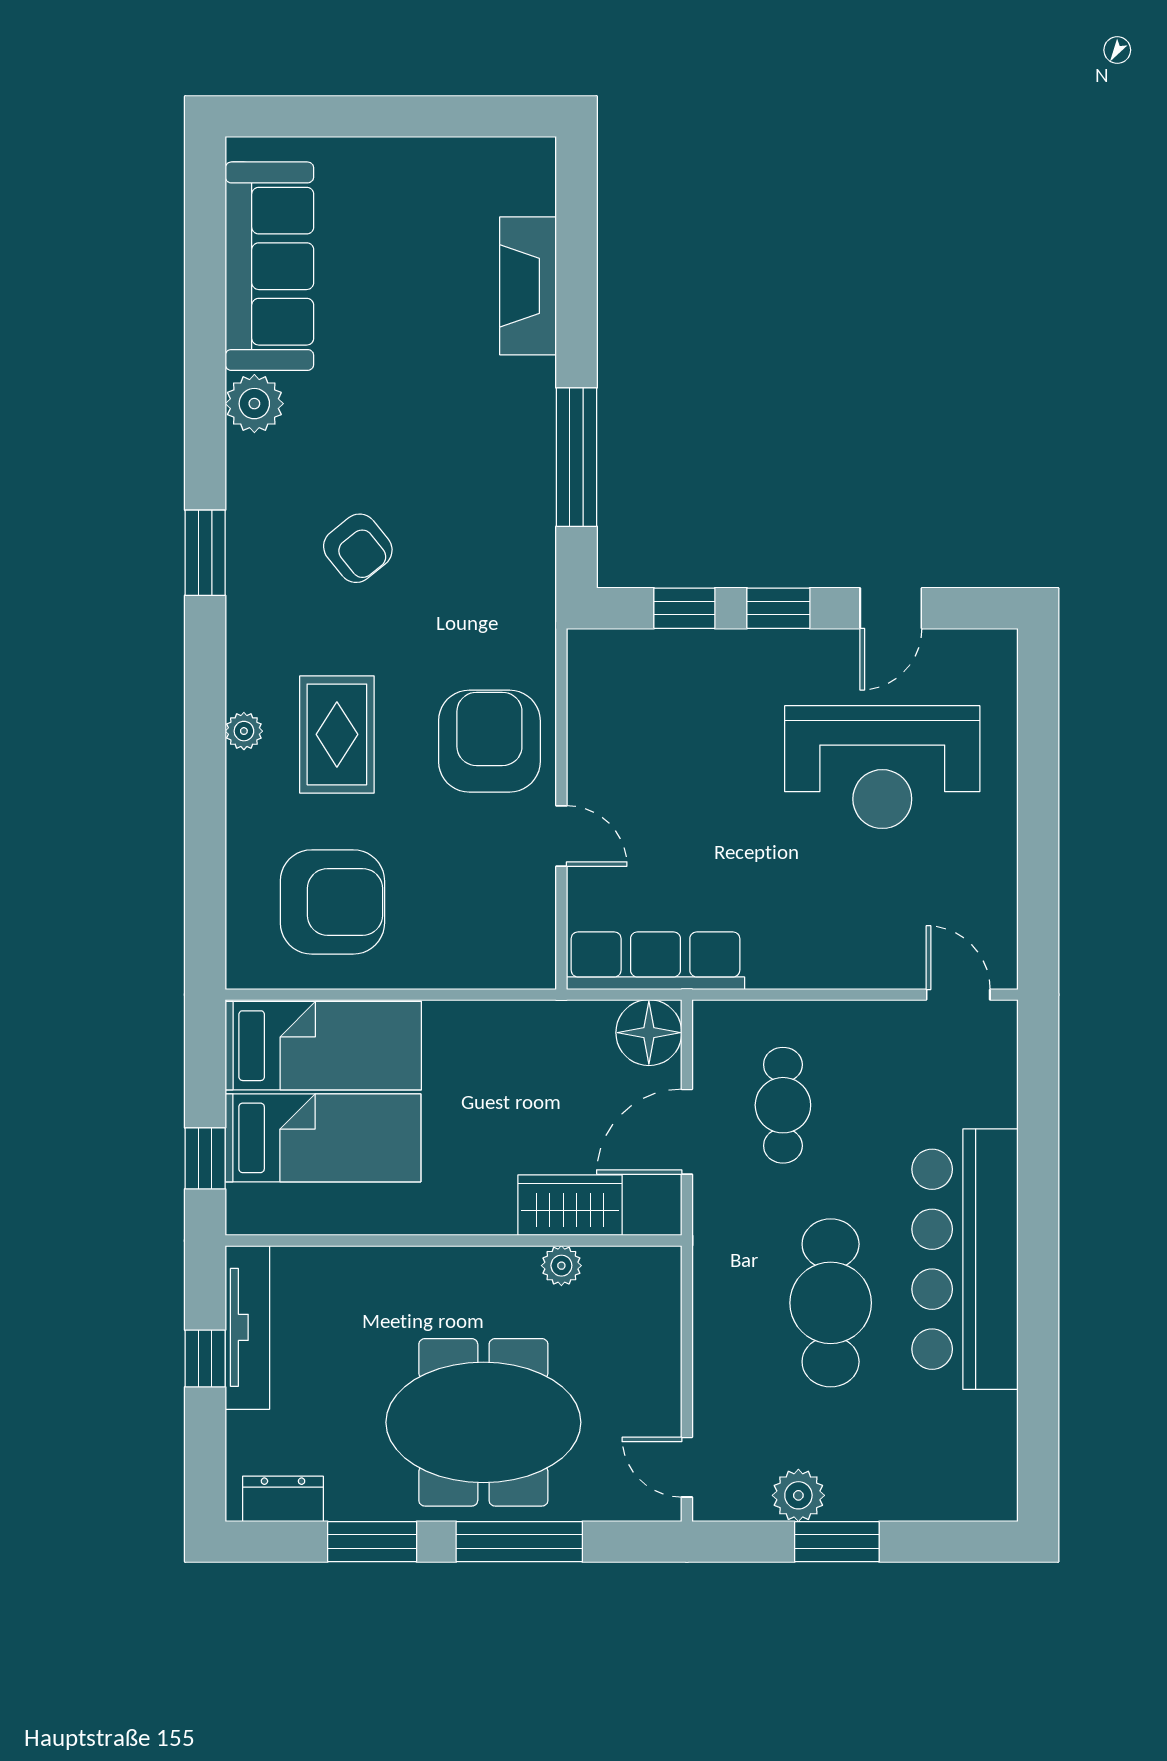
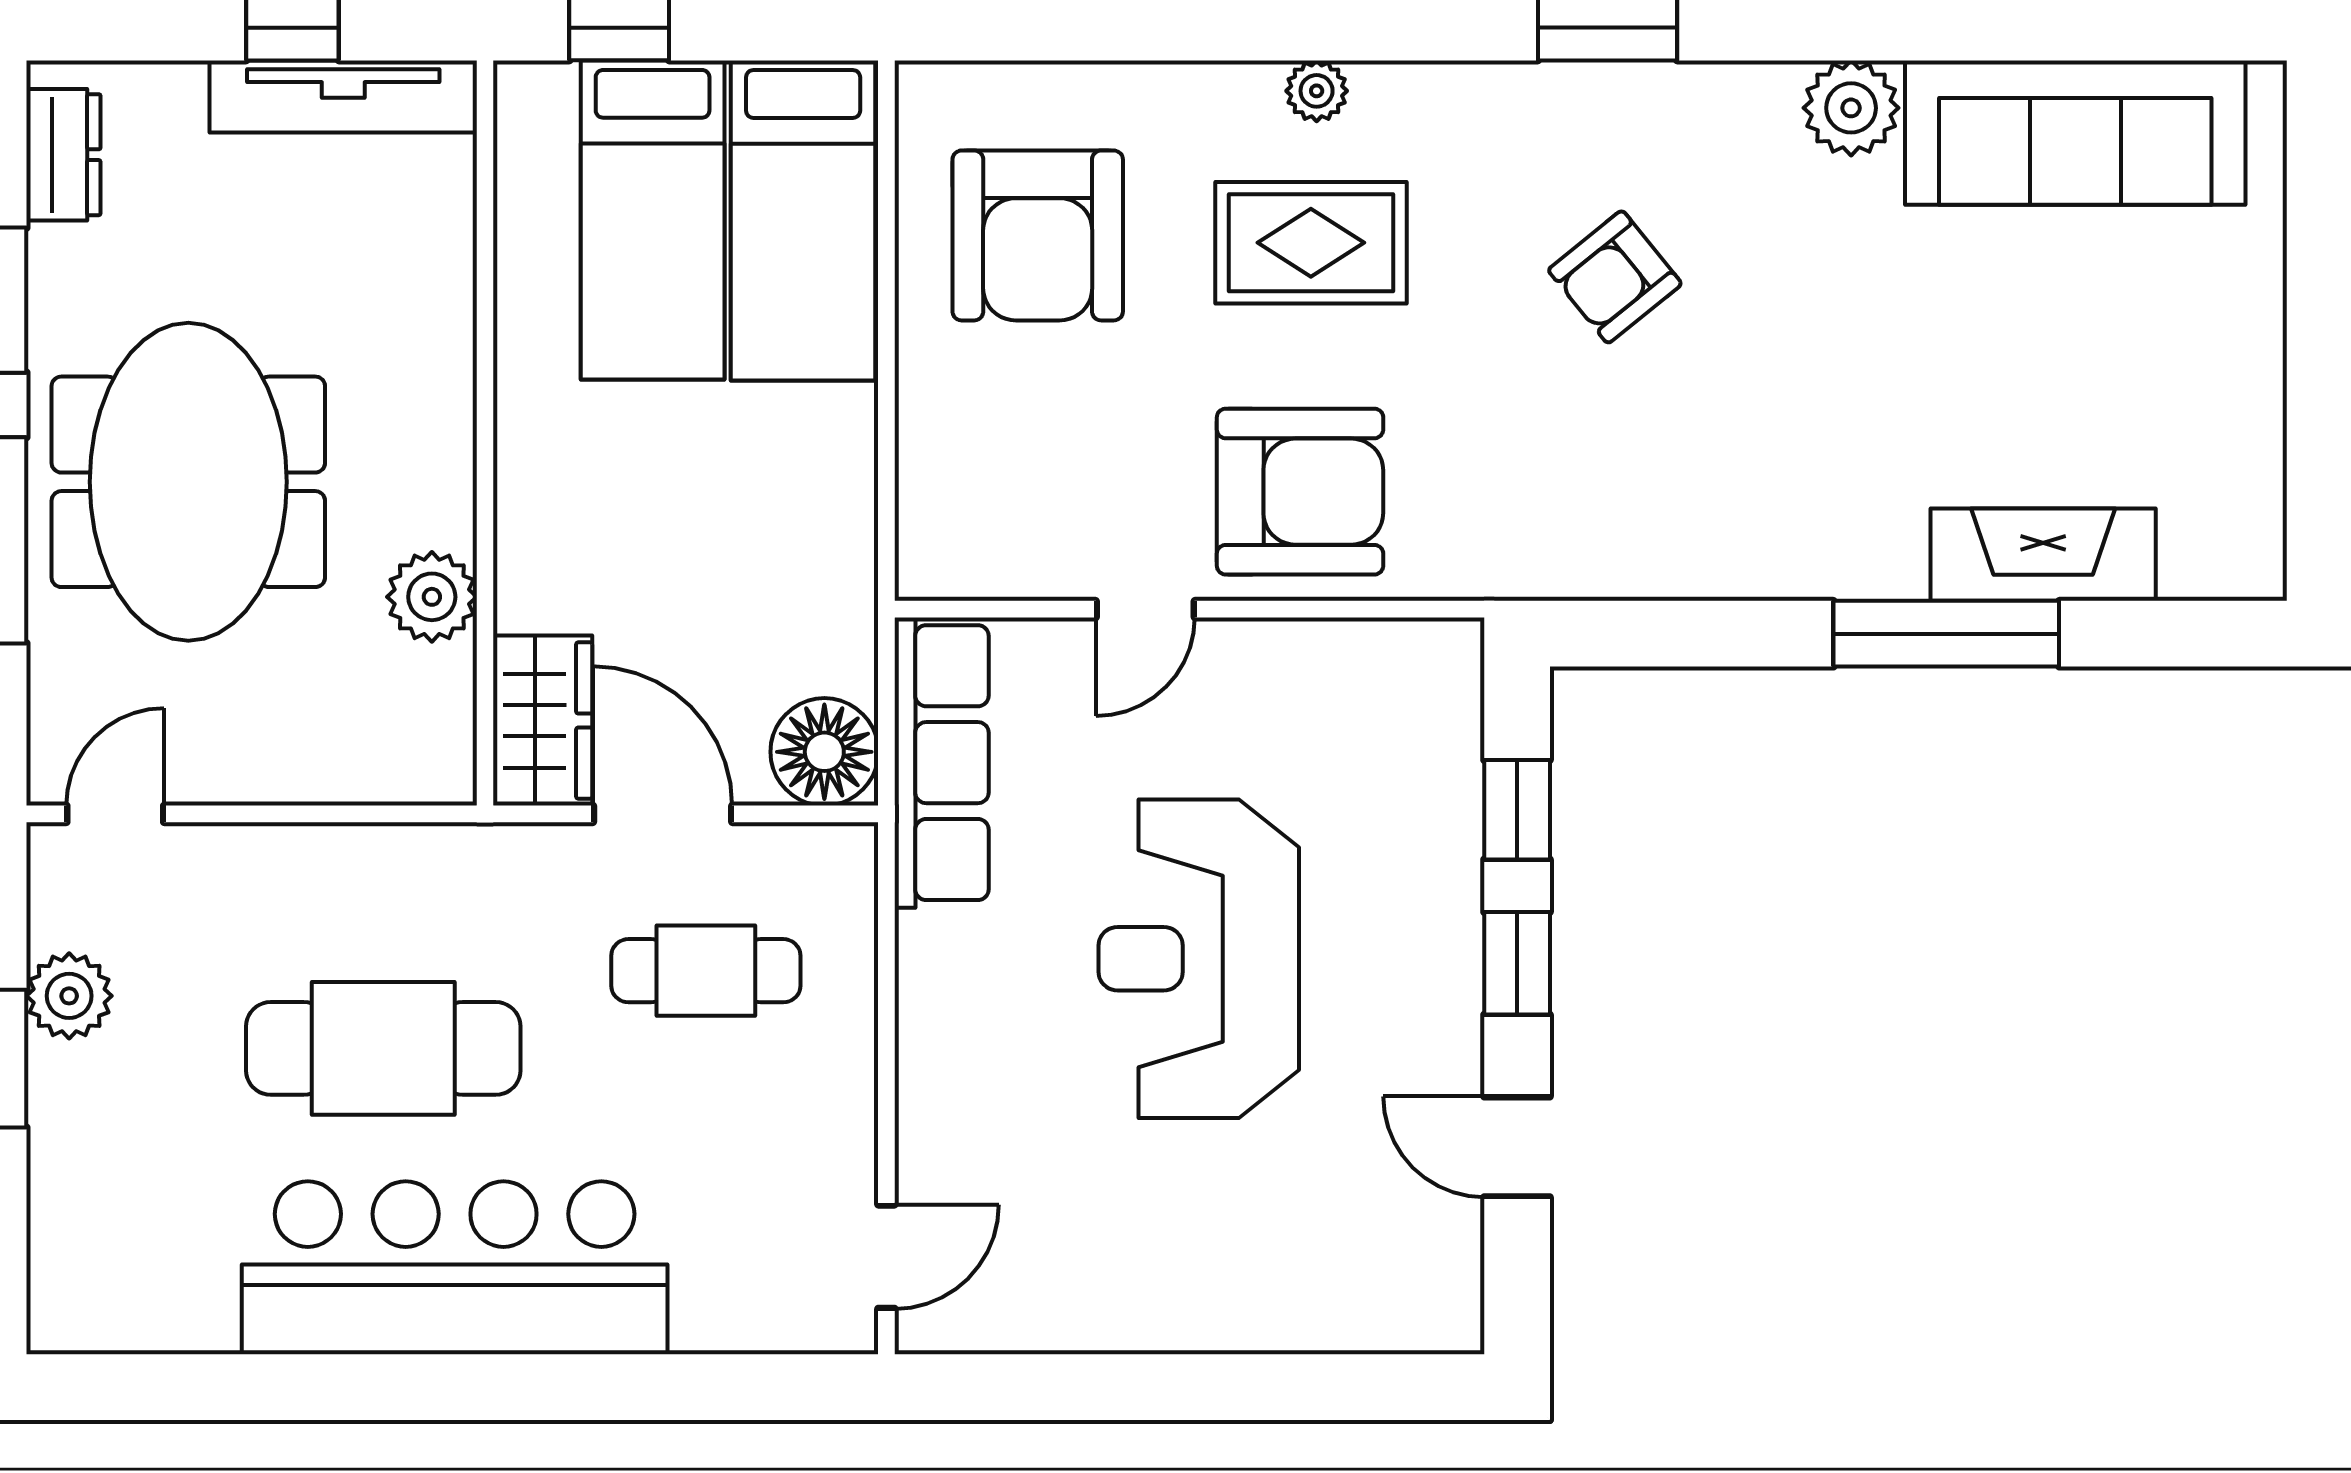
window: (576, 457) -> (1946, 634), moved
reception desk: (882, 767) -> (1199, 959), moved
wardrobe: (570, 1205) -> (543, 721), moved
plant: (561, 1266) -> (432, 597), width x1.38, depth x1.38

